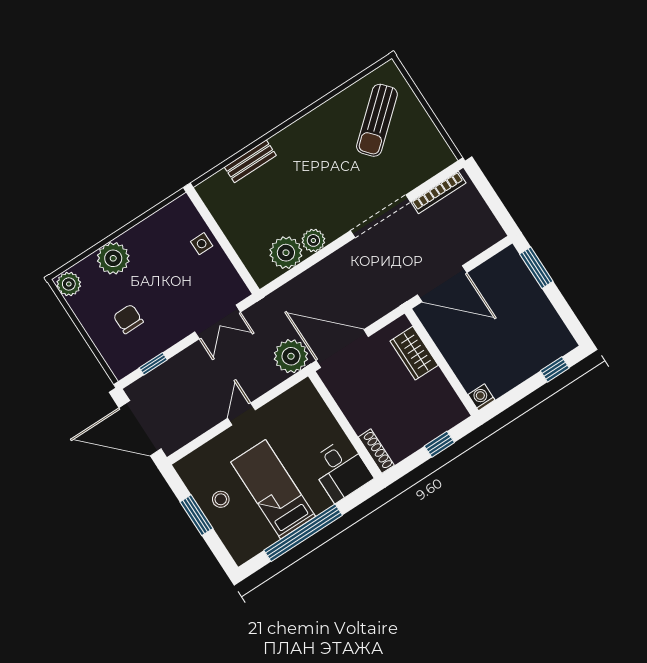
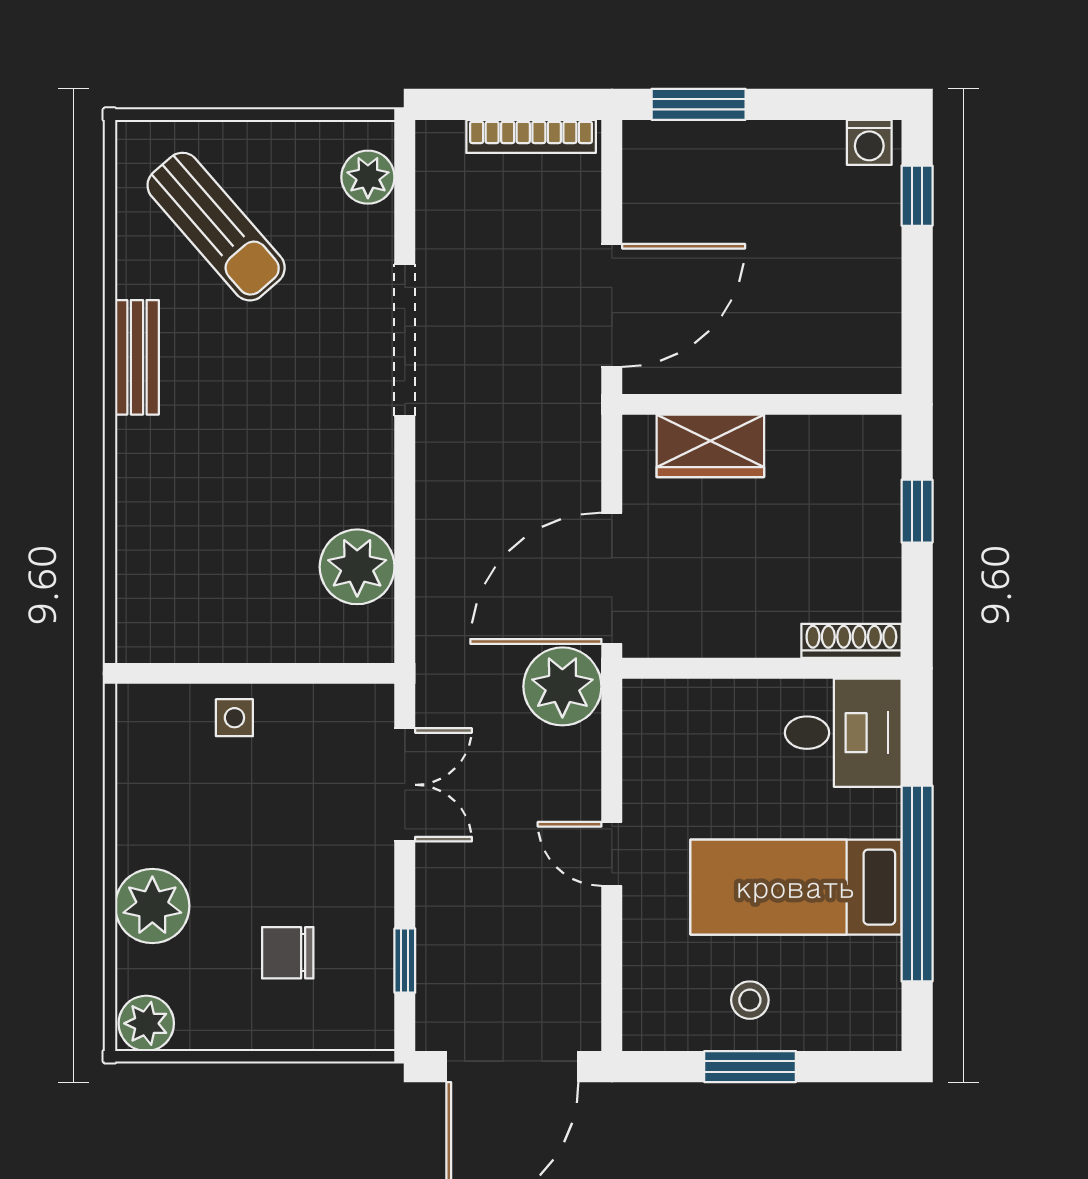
bench: (250, 161) -> (137, 357), moved
bookcase: (438, 192) -> (531, 136), moved, turned 90
plant: (313, 240) -> (368, 177), moved
washing machine: (481, 397) -> (869, 142), moved, turned -90

